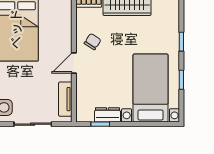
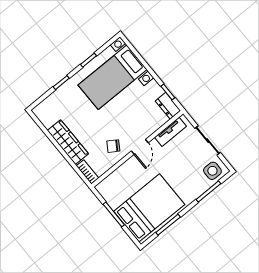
door: (74, 63) -> (140, 147), hinge flipped
dresser: (107, 115) -> (168, 106), moved

